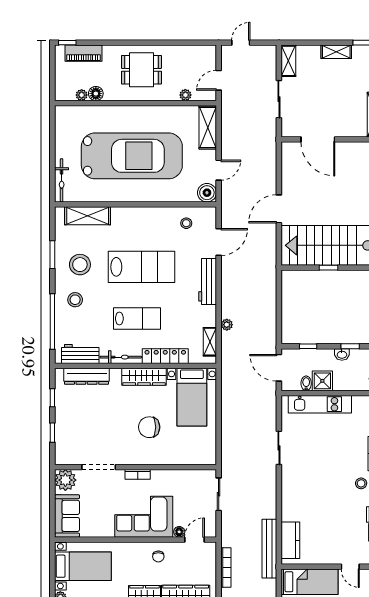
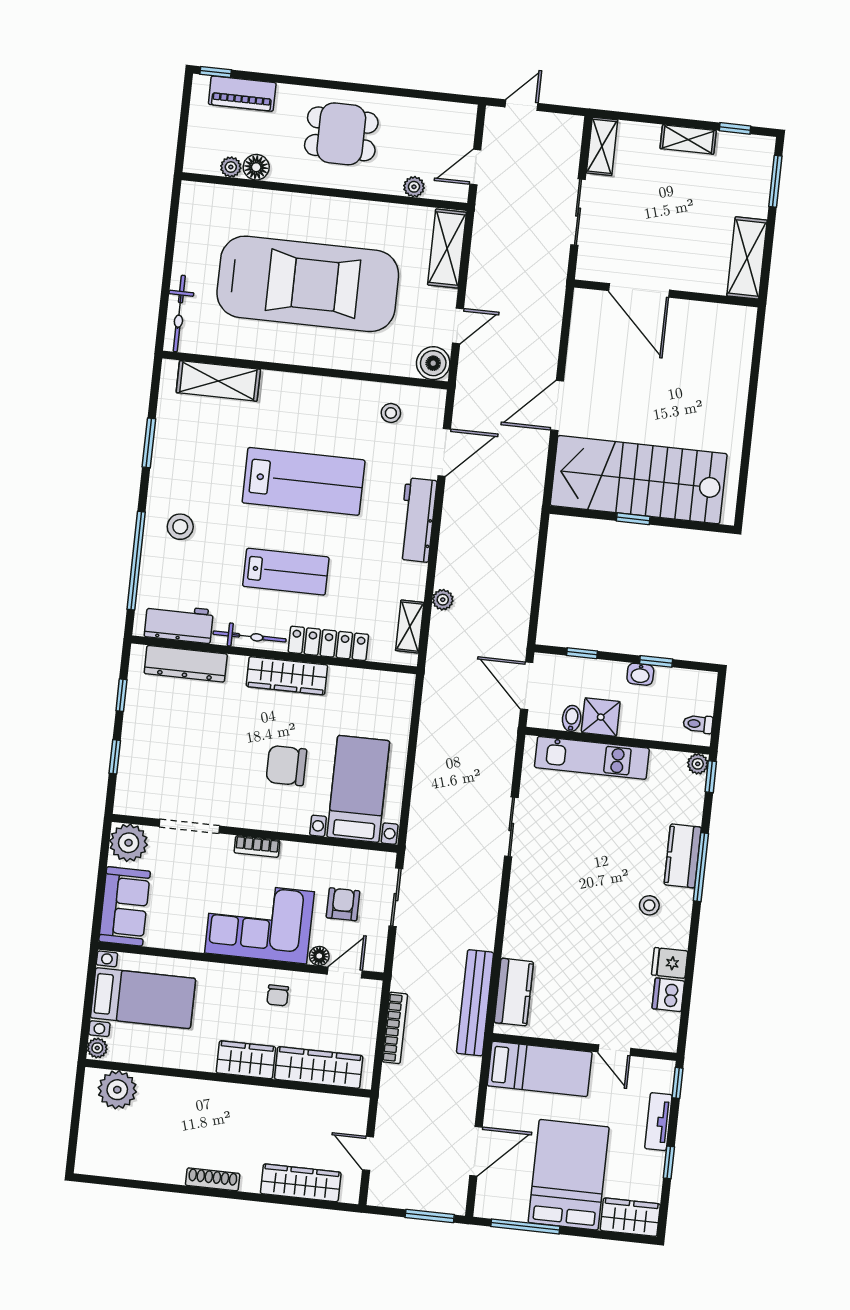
stool: (80, 265) -> (195, 466), removed
bed with nightstands: (192, 397) -> (358, 789), moved, turned 180
armchair: (189, 501) -> (343, 904), added

